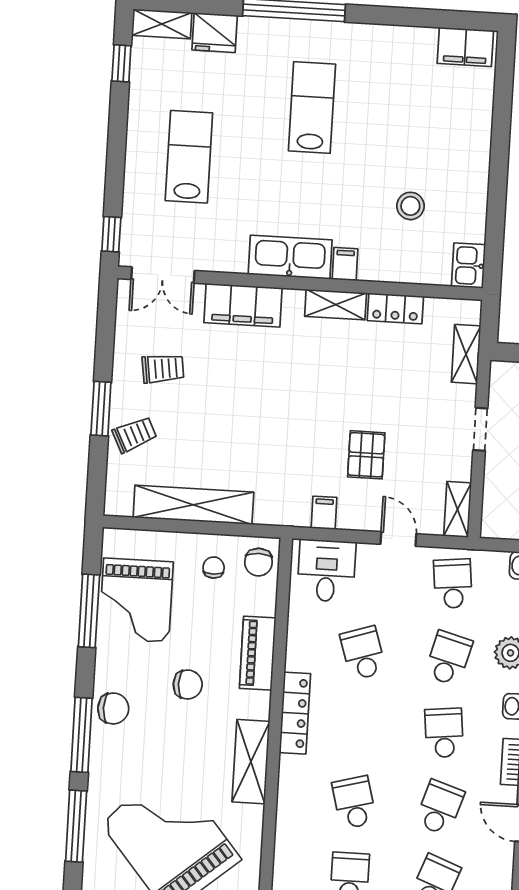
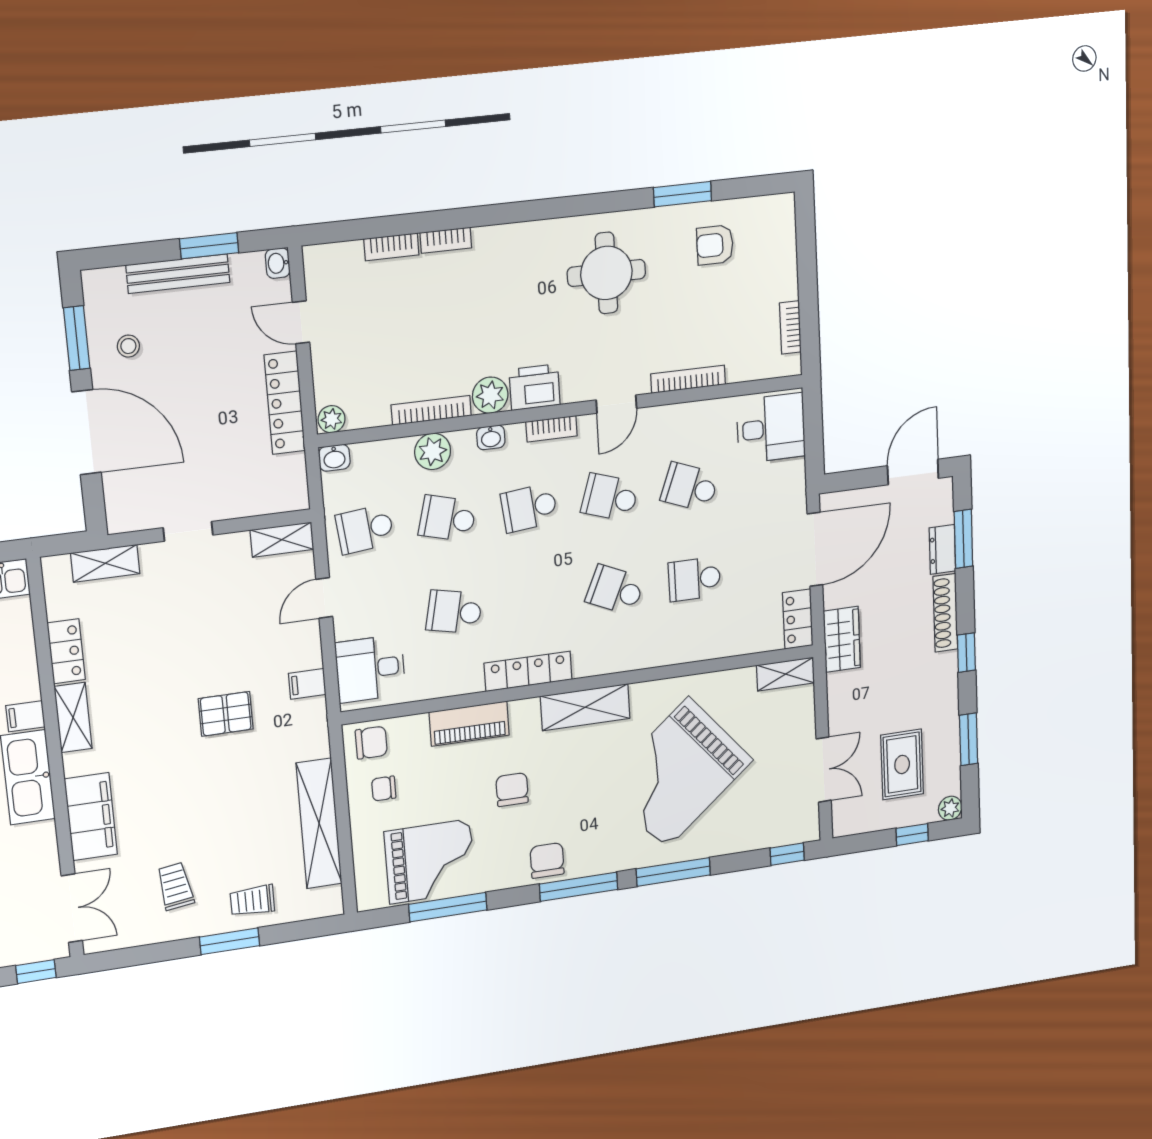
trolley: (135, 435) -> (252, 901), turned -64
pallet: (366, 455) -> (226, 714), moved
school desk: (363, 653) -> (454, 612), turned 30
school desk: (354, 802) -> (615, 590), turned 39

